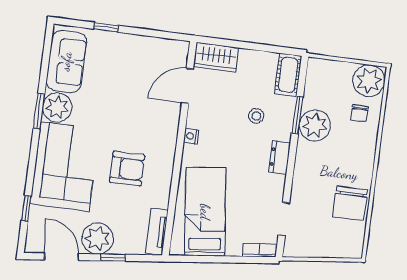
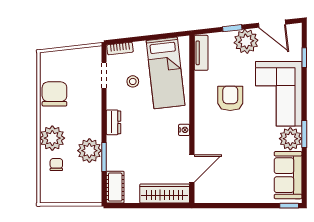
window: (106, 27) -> (289, 206), moved
wardrobe: (216, 57) -> (165, 194), width x1.50
plant: (369, 81) -> (52, 138), moved
stool: (256, 116) -> (133, 81), moved
armchair: (127, 169) -> (230, 98), turned 90

